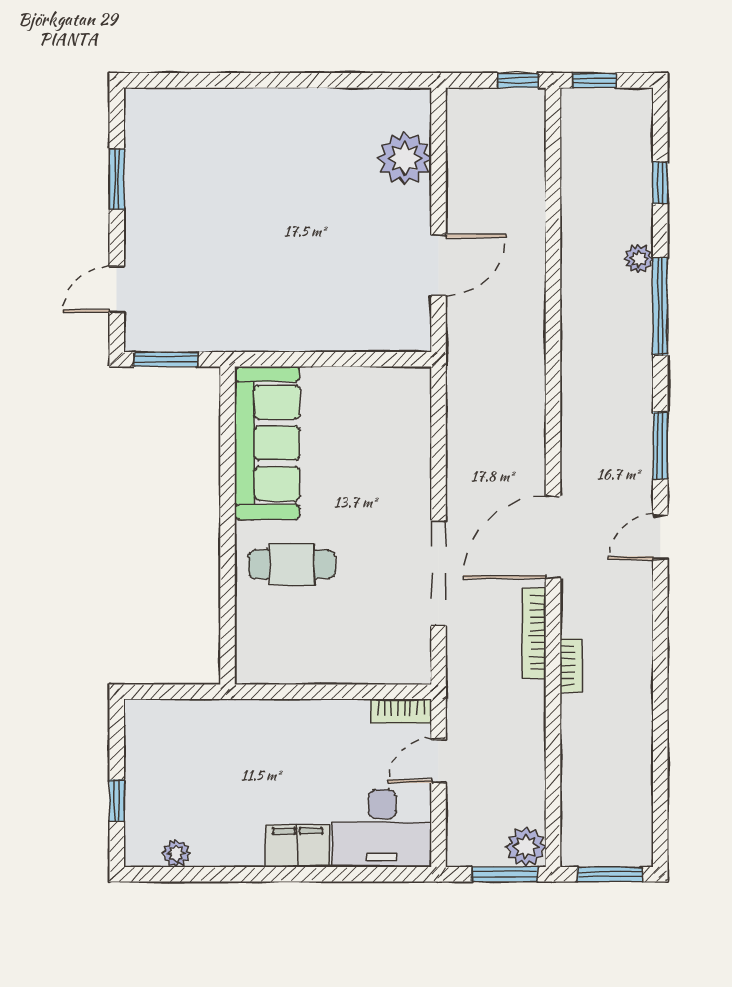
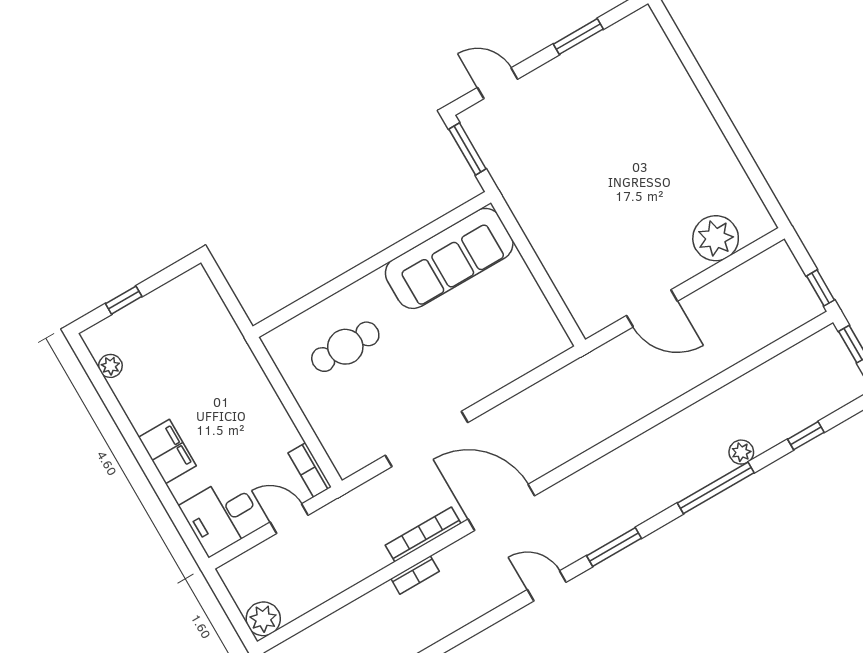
cafe table: (292, 564) -> (345, 347), moved, turned 90
desk: (382, 828) -> (222, 515), width x0.73
window: (505, 874) -> (234, 615), removed

